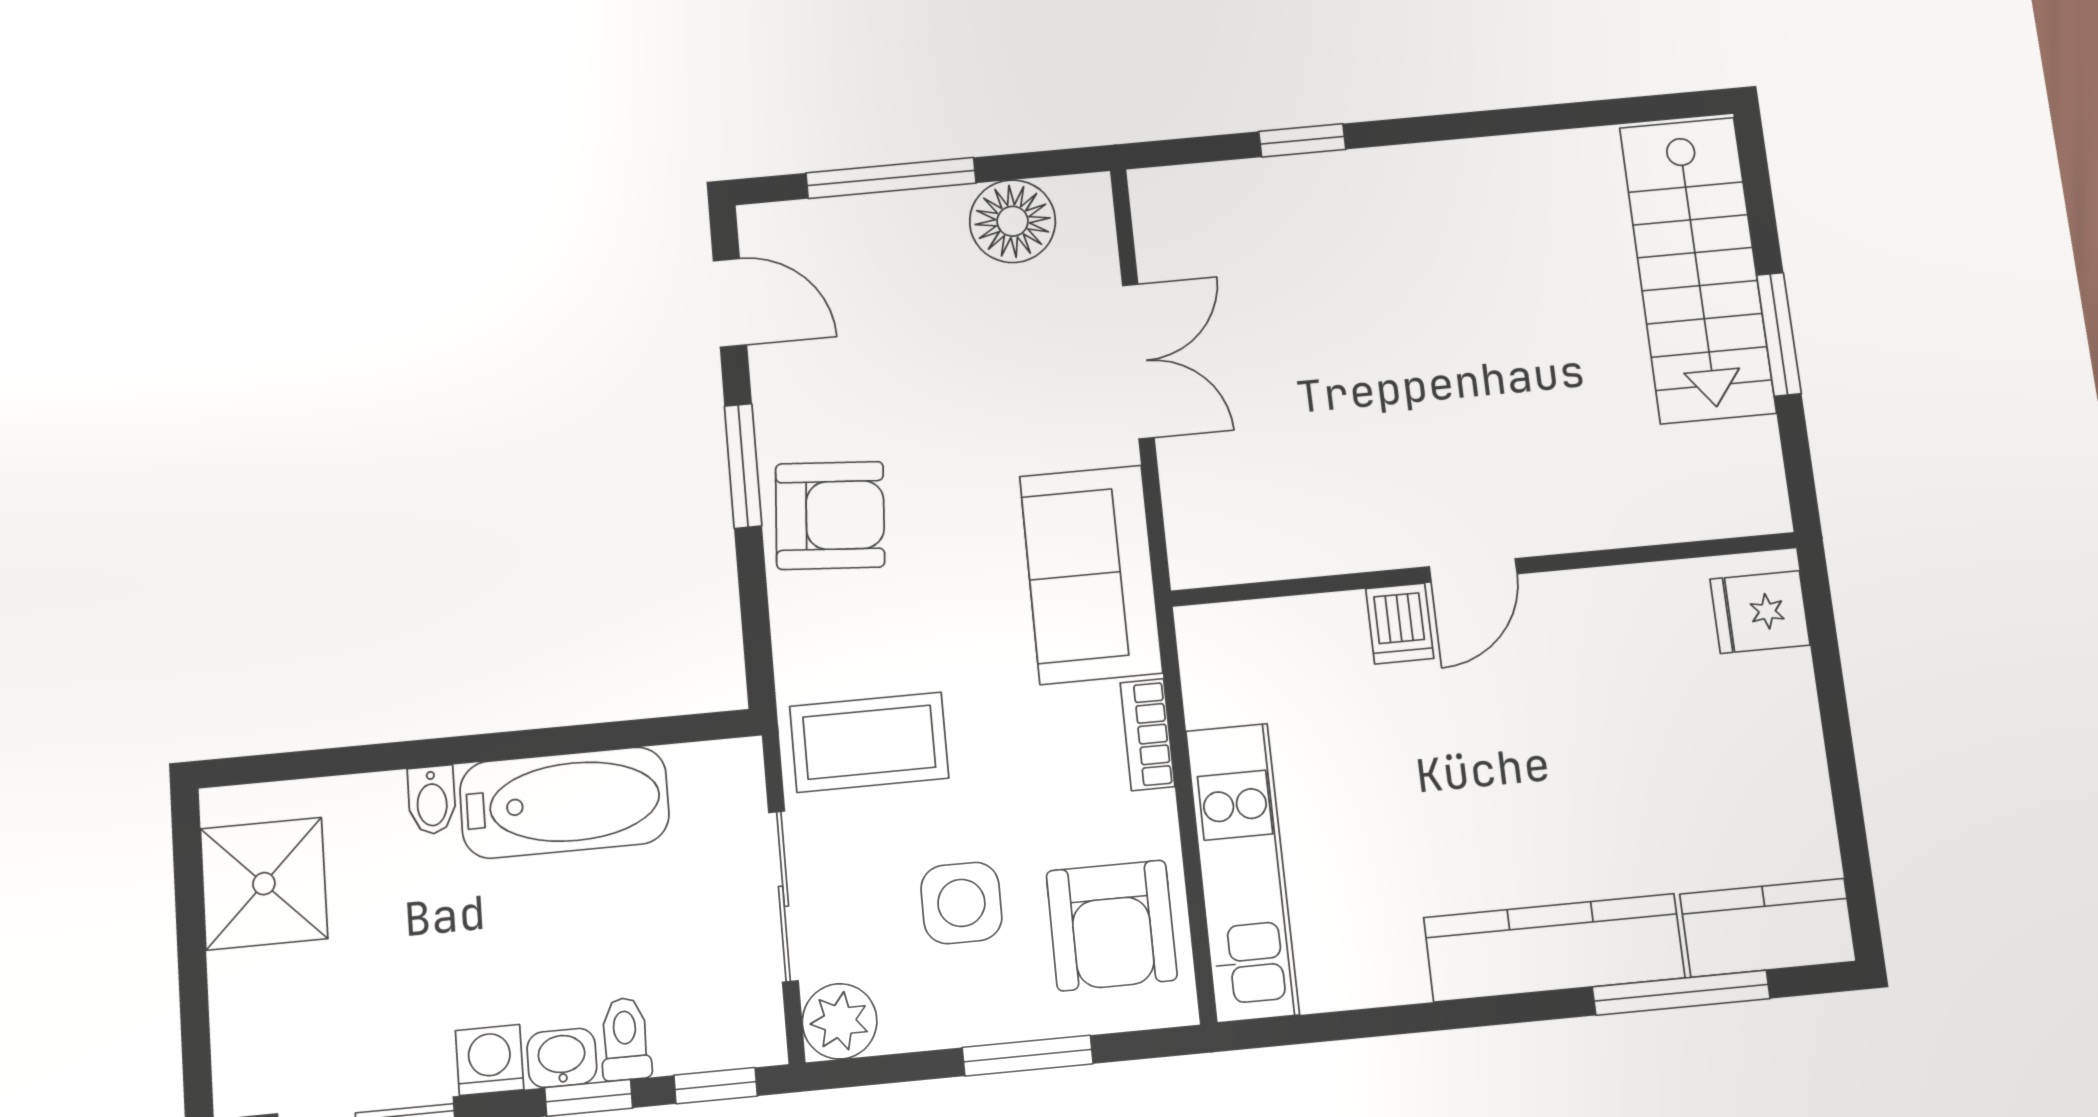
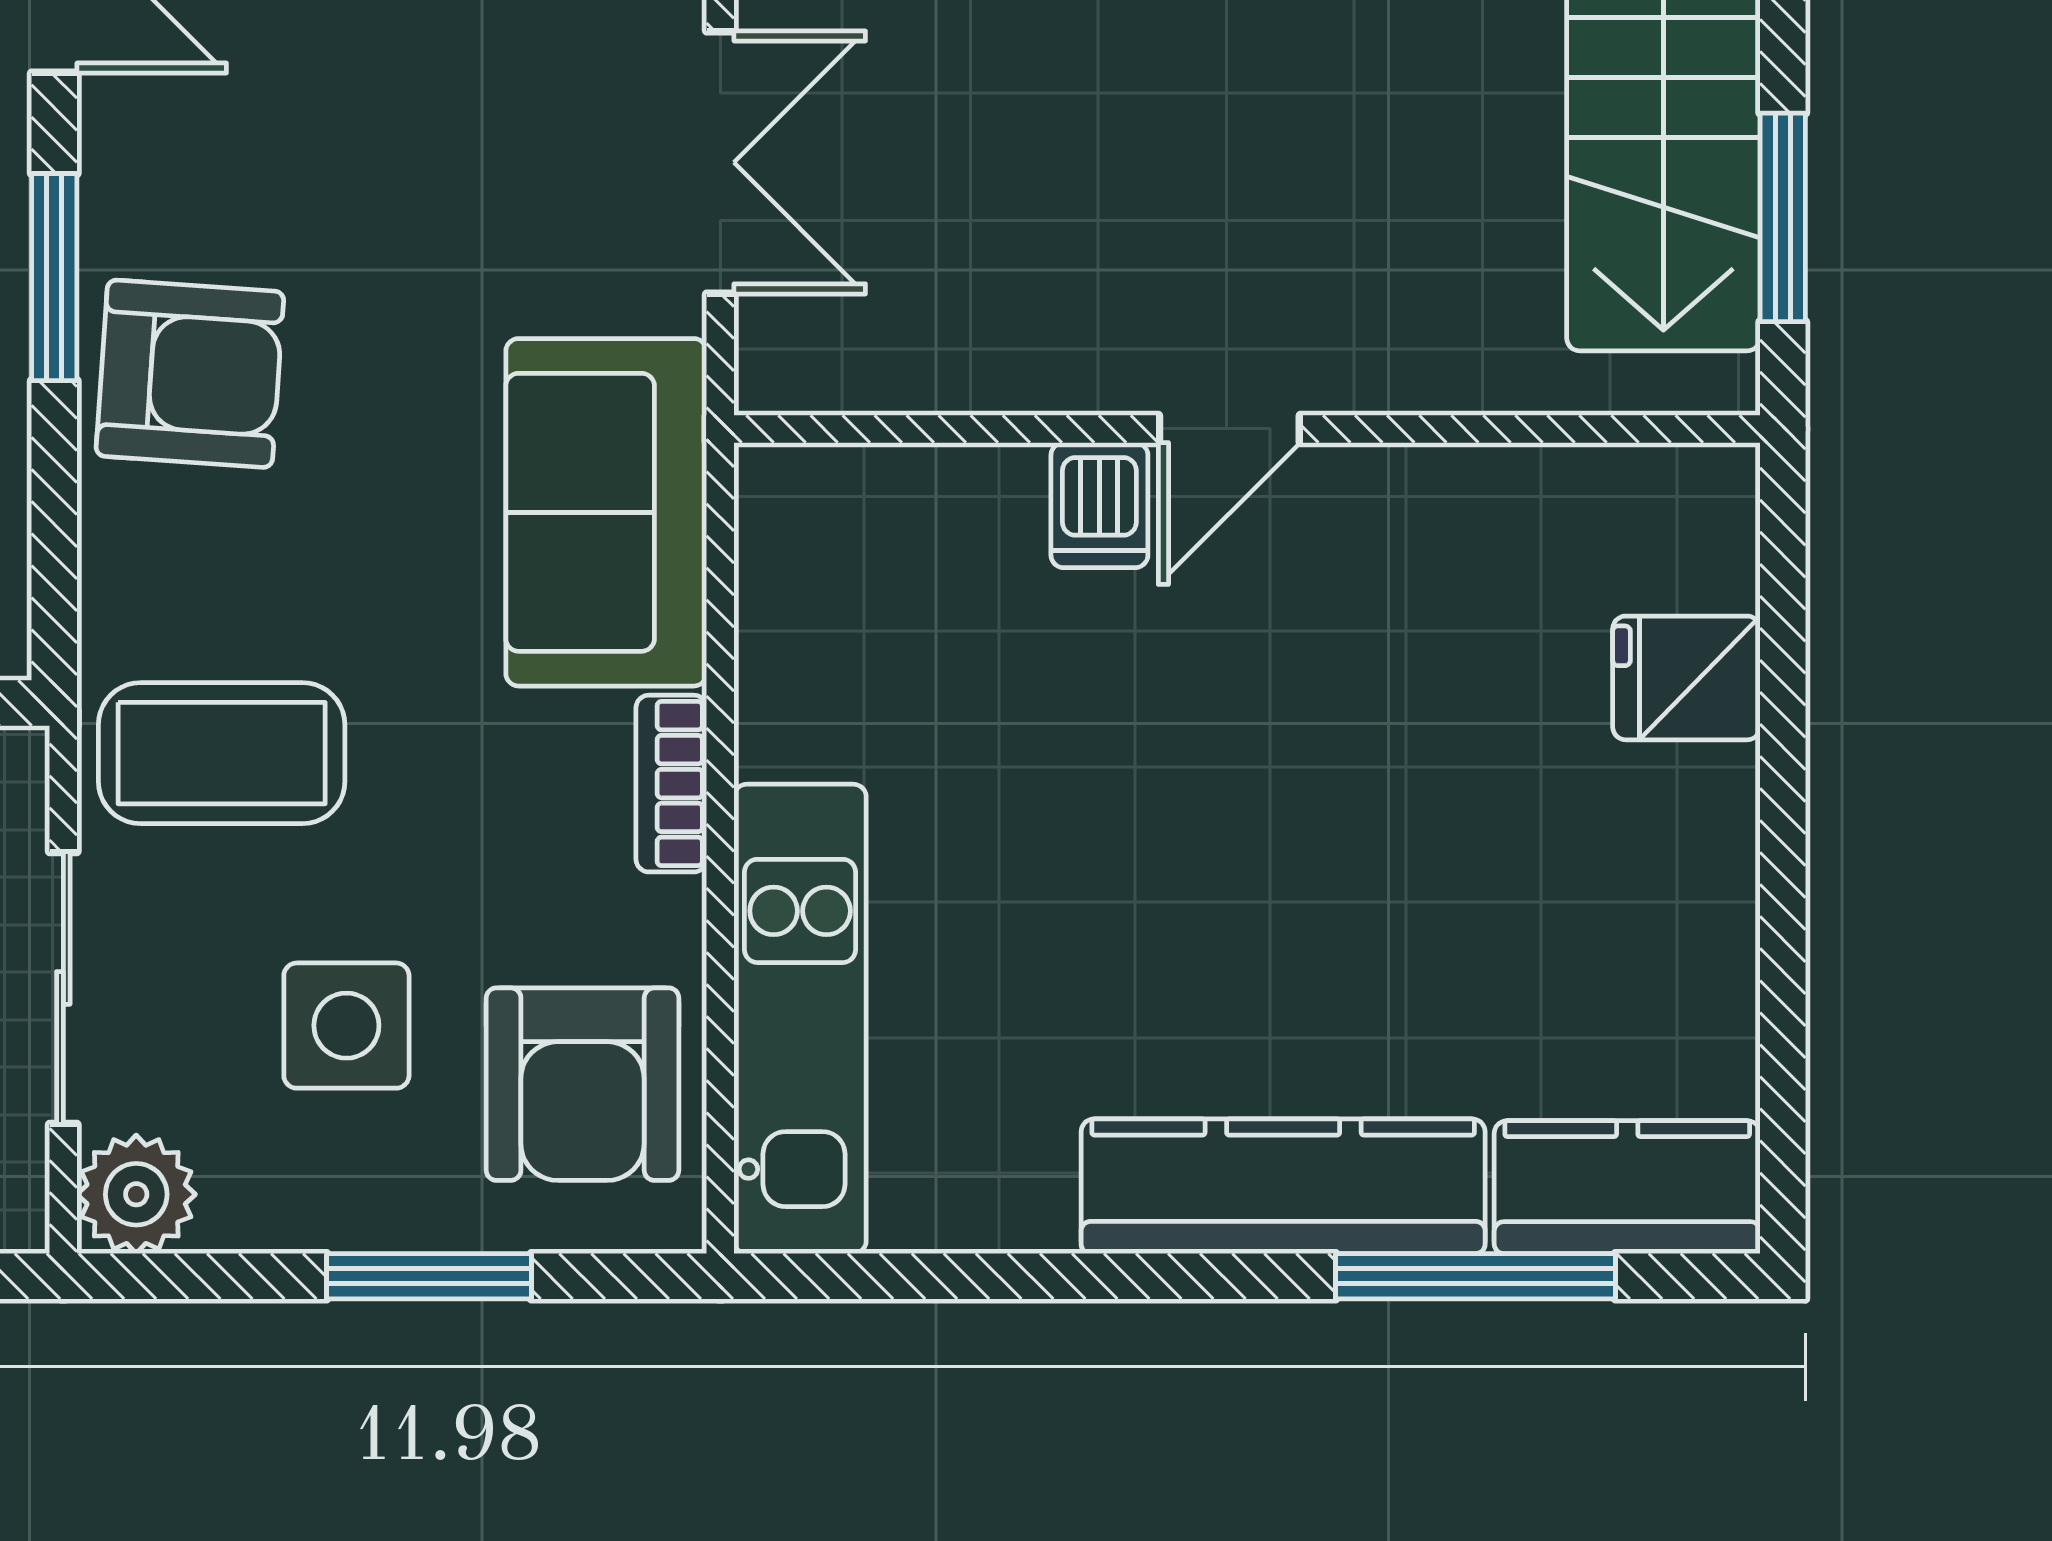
wall: (1484, 569) -> (1247, 429), moved
door: (1473, 570) -> (1229, 429), moved
dishwasher: (1400, 623) -> (1099, 505), moved

